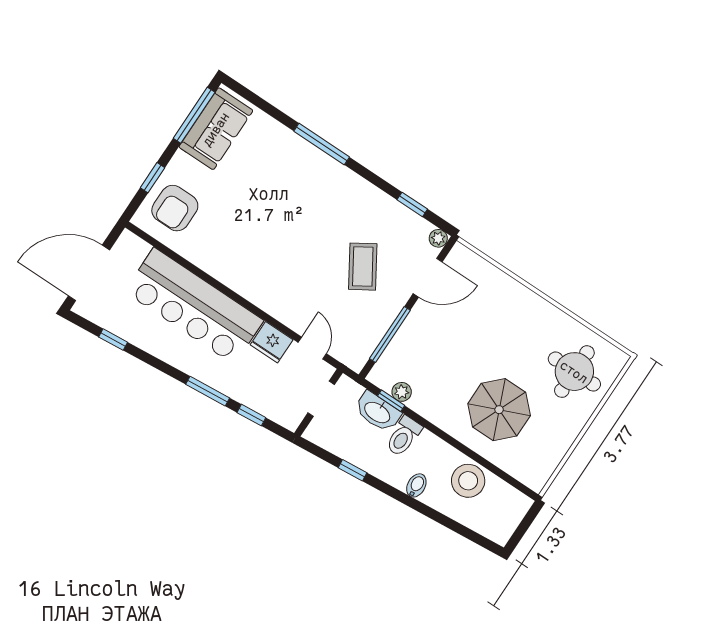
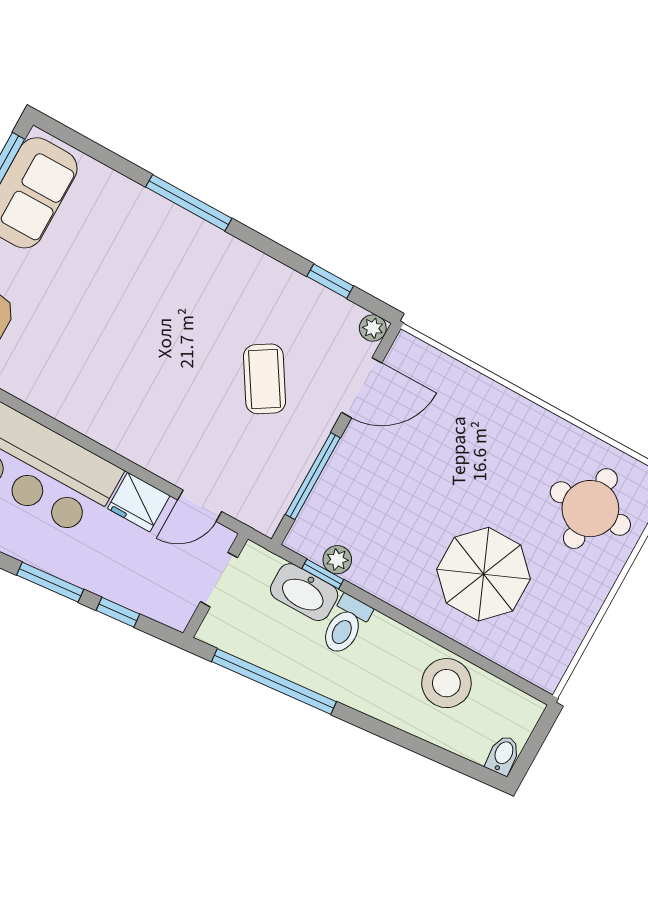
door: (312, 348) -> (200, 506), swing flipped
window: (352, 470) -> (274, 682), width x3.17
bidet: (416, 485) -> (503, 755), moved

